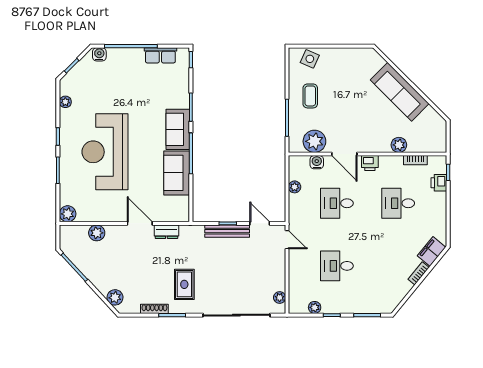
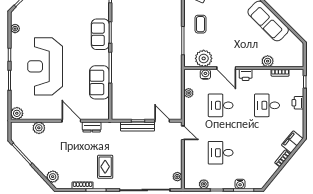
sofa: (178, 129) -> (100, 34), moved
printer: (439, 183) -> (298, 103), moved
water cooler: (363, 307) -> (240, 184), added

